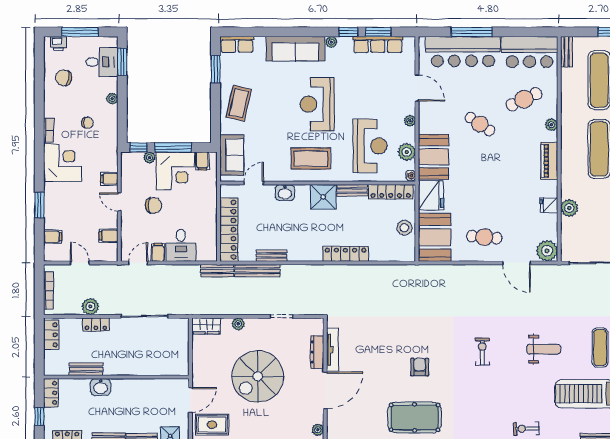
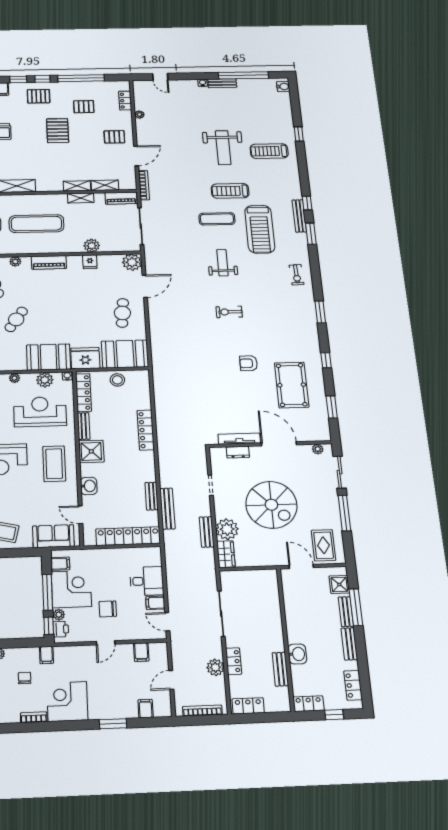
printer: (135, 159) -> (61, 629), added
filing cabinet: (109, 179) -> (46, 655), moved
chair: (154, 206) -> (108, 609), turned -90
bench: (217, 271) -> (207, 532), moved
plant: (238, 324) -> (227, 529), width x1.88, depth x1.88
dresser: (317, 352) -> (238, 452), width x0.70
pool table: (415, 417) -> (292, 385), moved

